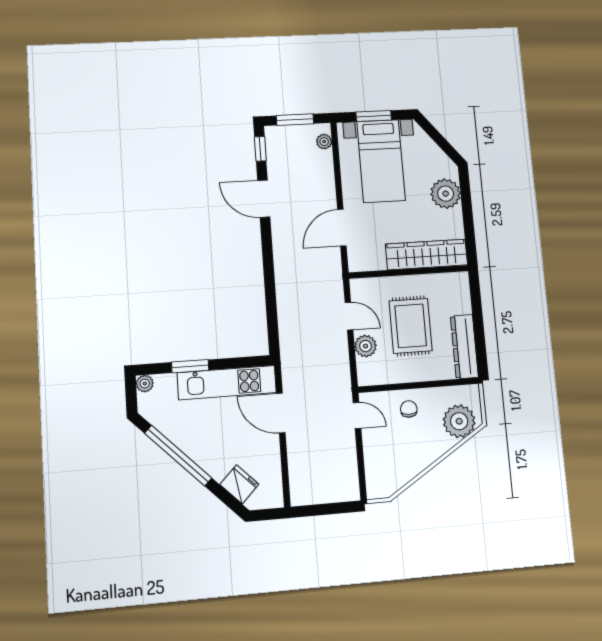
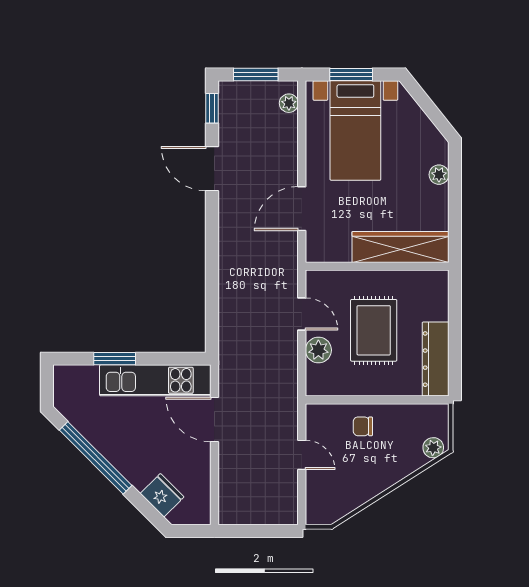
plant: (446, 194) -> (439, 175), width x0.53, depth x0.53
plant: (145, 384) -> (63, 374), removed
chair: (409, 409) -> (363, 426), turned -90
door: (357, 415) -> (302, 455), moved
plant: (459, 421) -> (433, 448), width x0.53, depth x0.53

